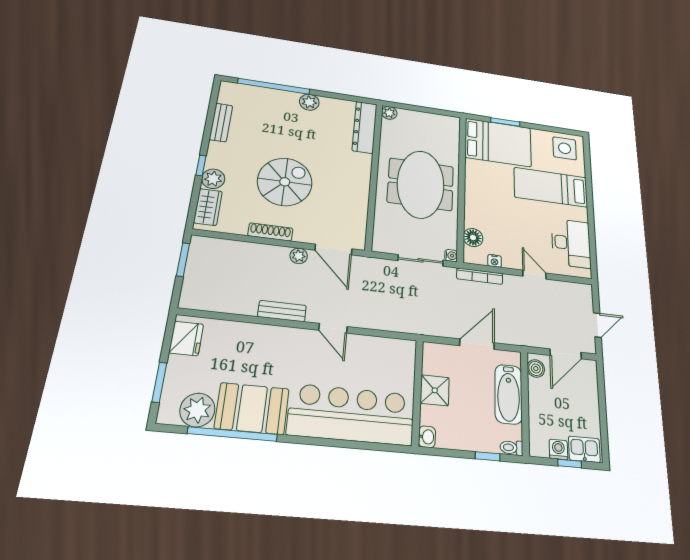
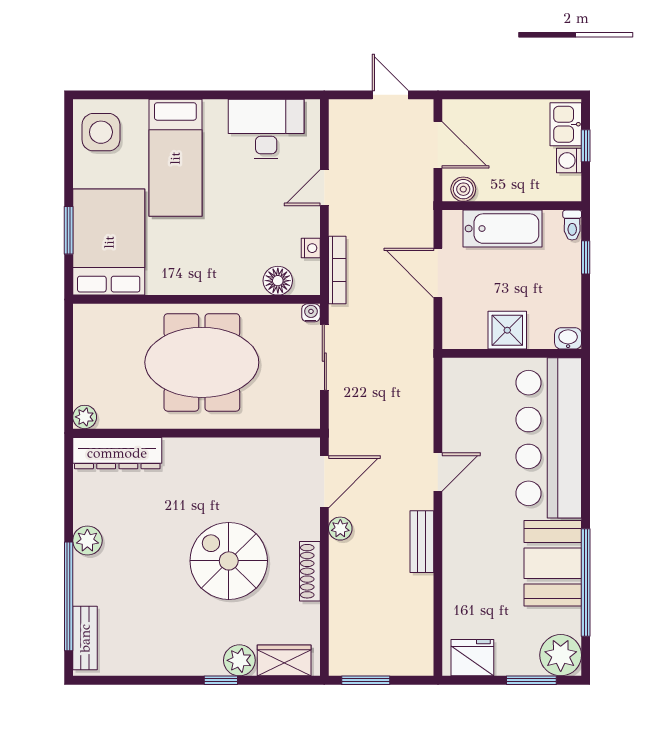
bench: (221, 123) -> (85, 638), moved, turned 90
plant: (197, 410) -> (561, 655), moved

